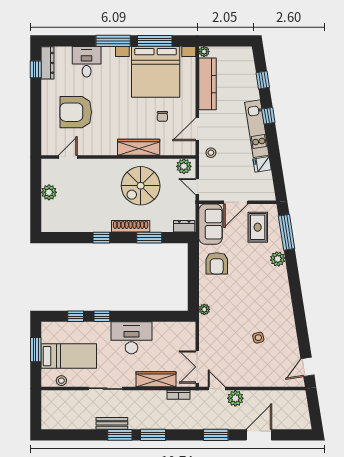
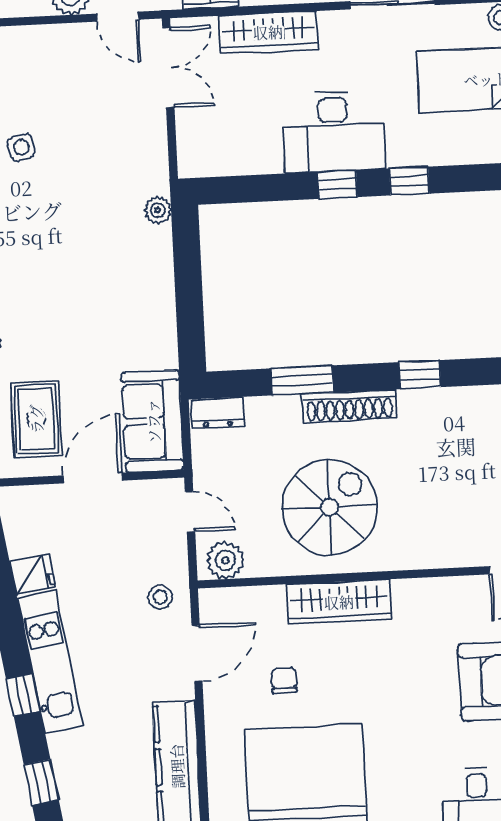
armchair: (217, 263) -> (133, 325), removed
window: (76, 316) -> (337, 185), moved

